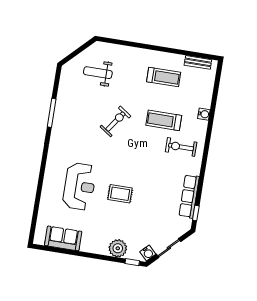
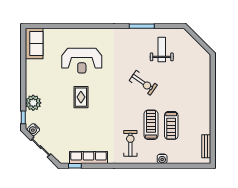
weight bench: (98, 73) -> (162, 49), moved
treadmill: (164, 77) -> (171, 125), moved
sofa: (63, 238) -> (34, 43), moved

